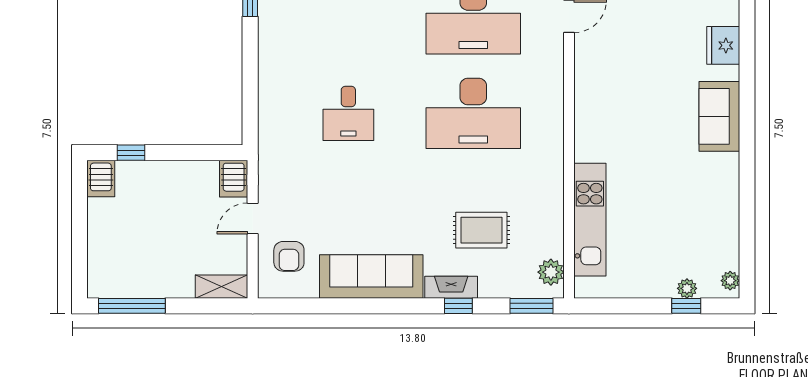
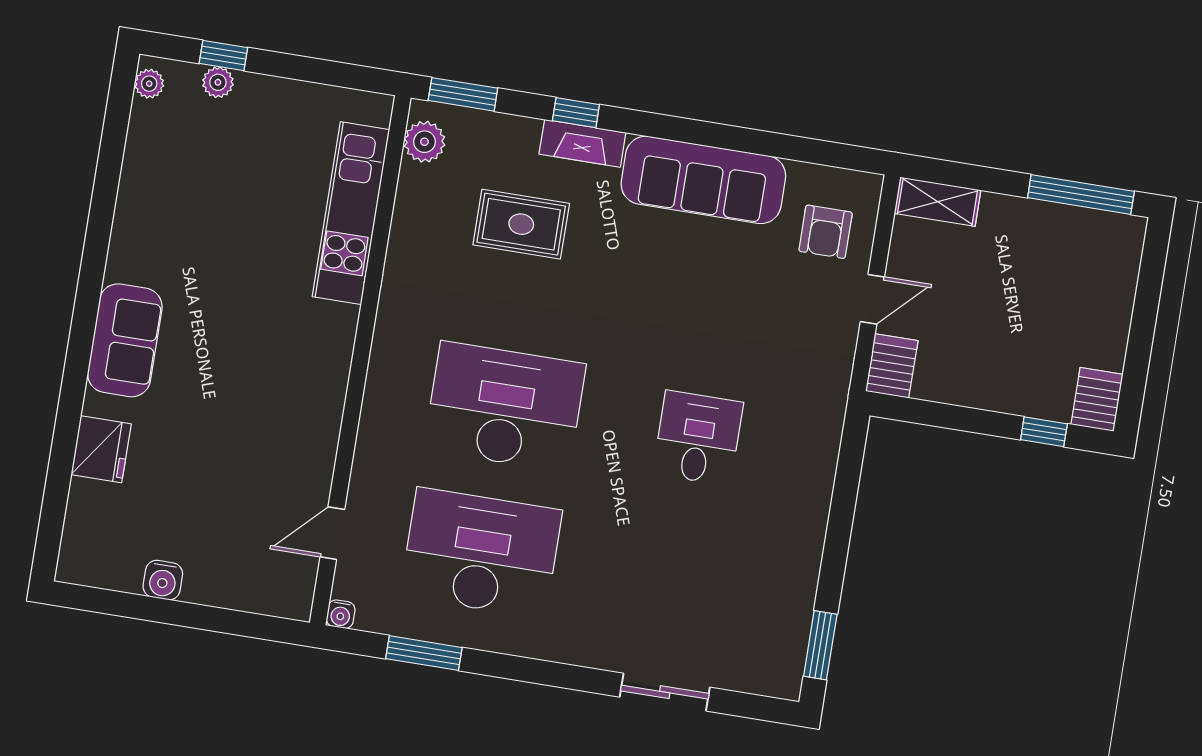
armchair: (289, 256) -> (826, 232), turned 180

